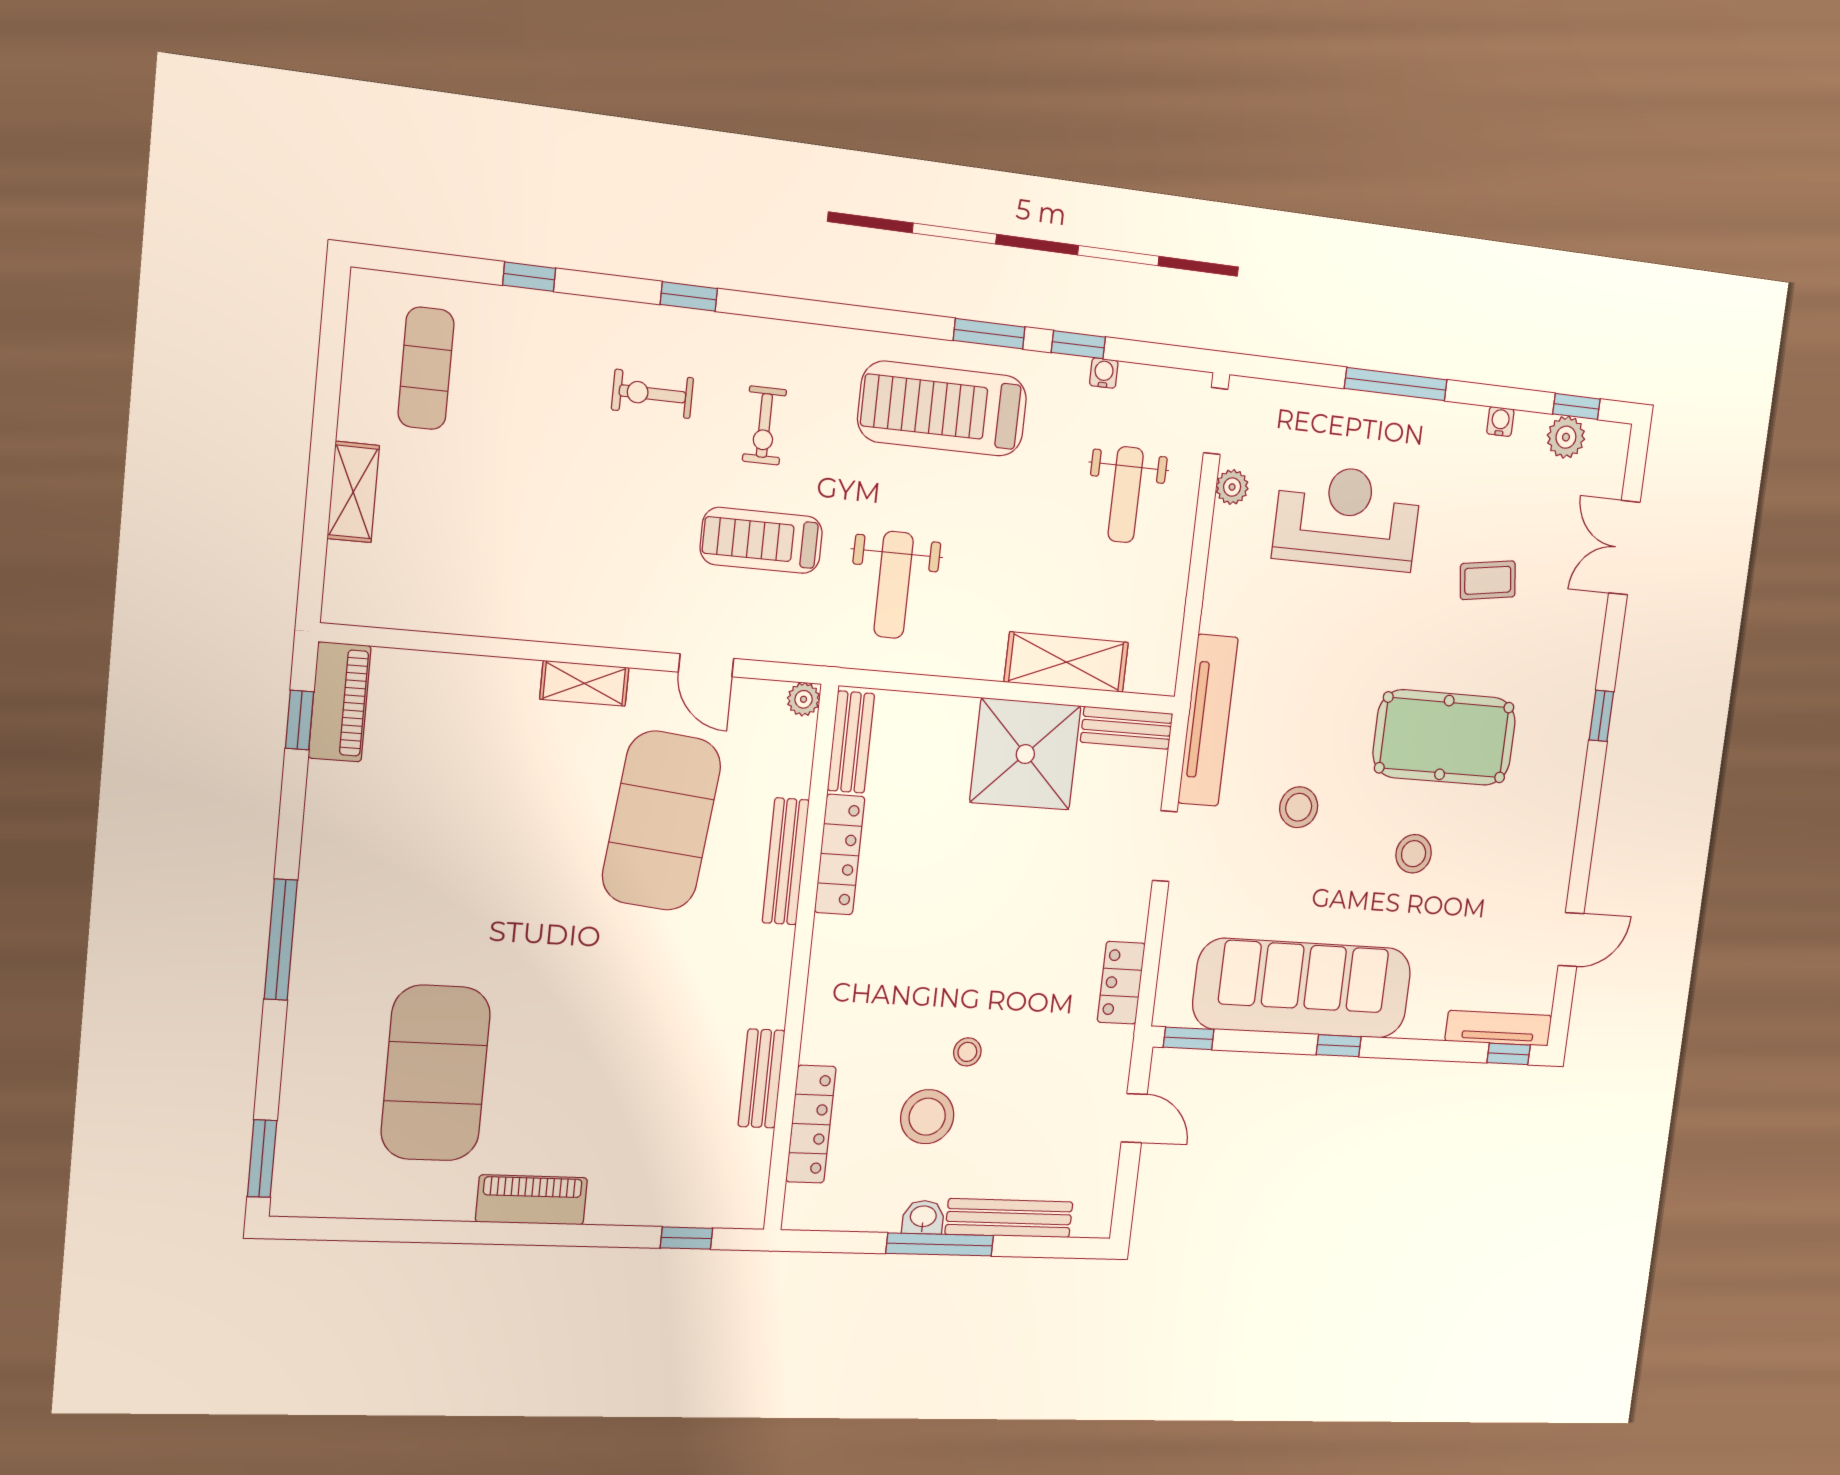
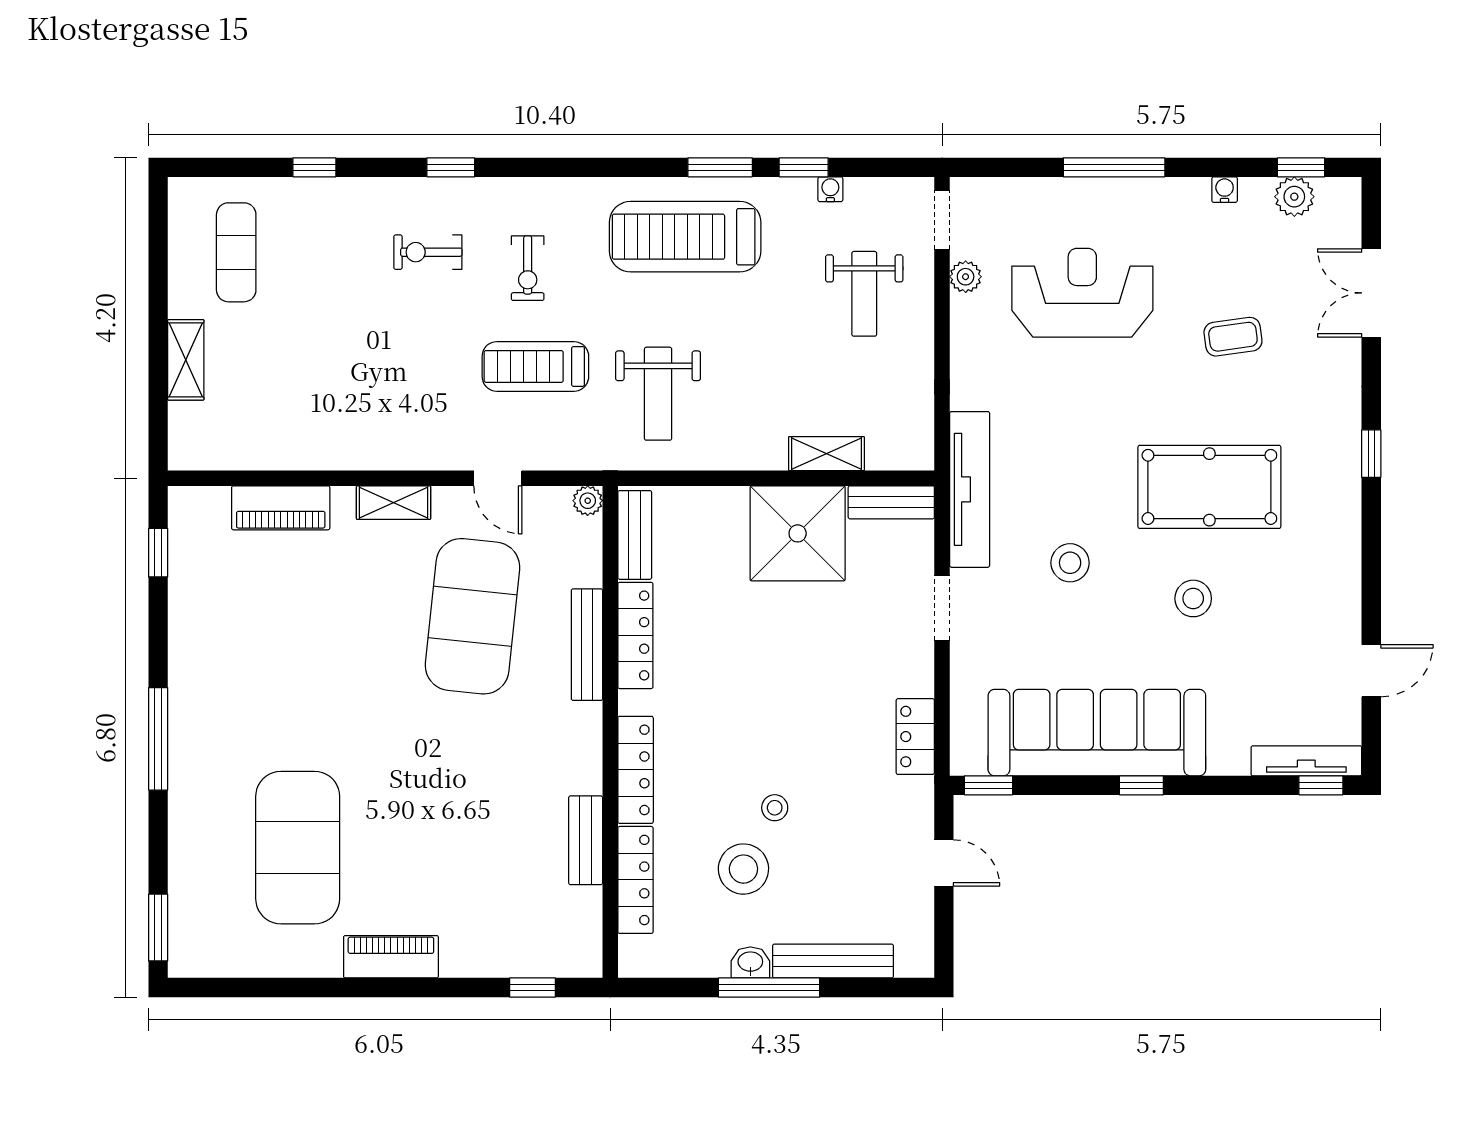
shelving: (1066, 662) -> (826, 454), width x0.67, depth x0.75
piano: (340, 702) -> (281, 508), moved, turned 90
locker: (824, 1003) -> (636, 770), added

